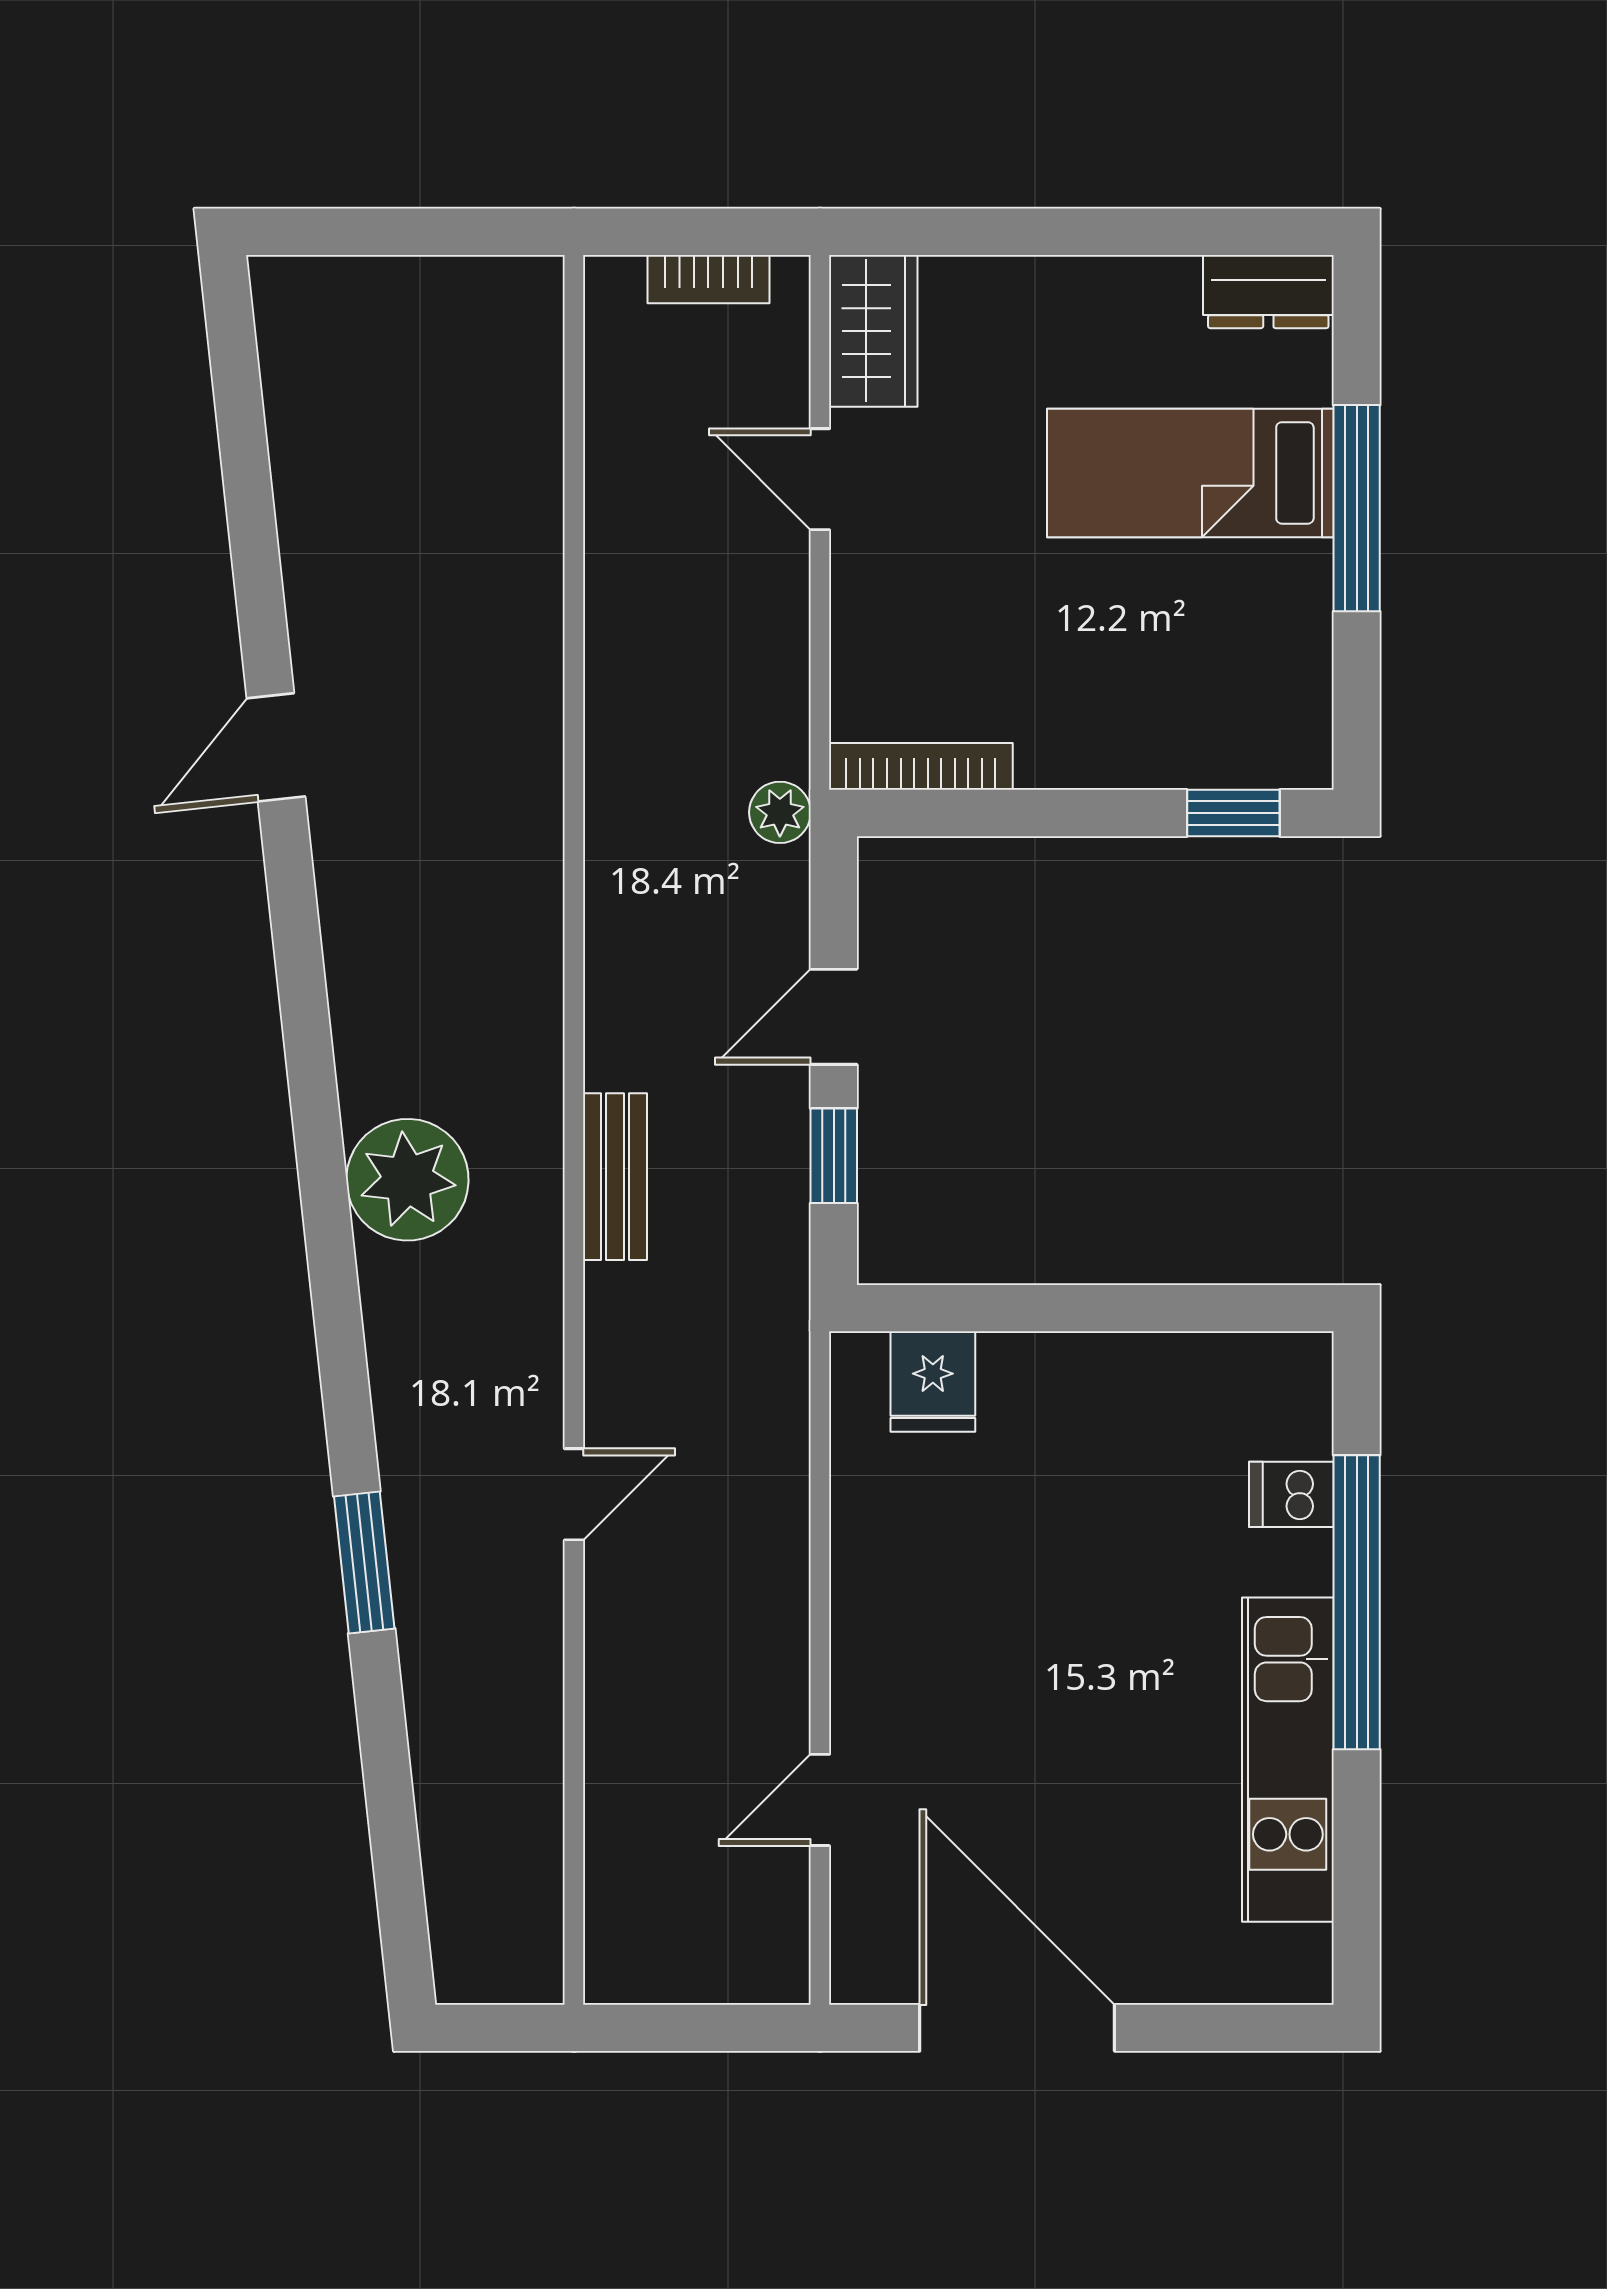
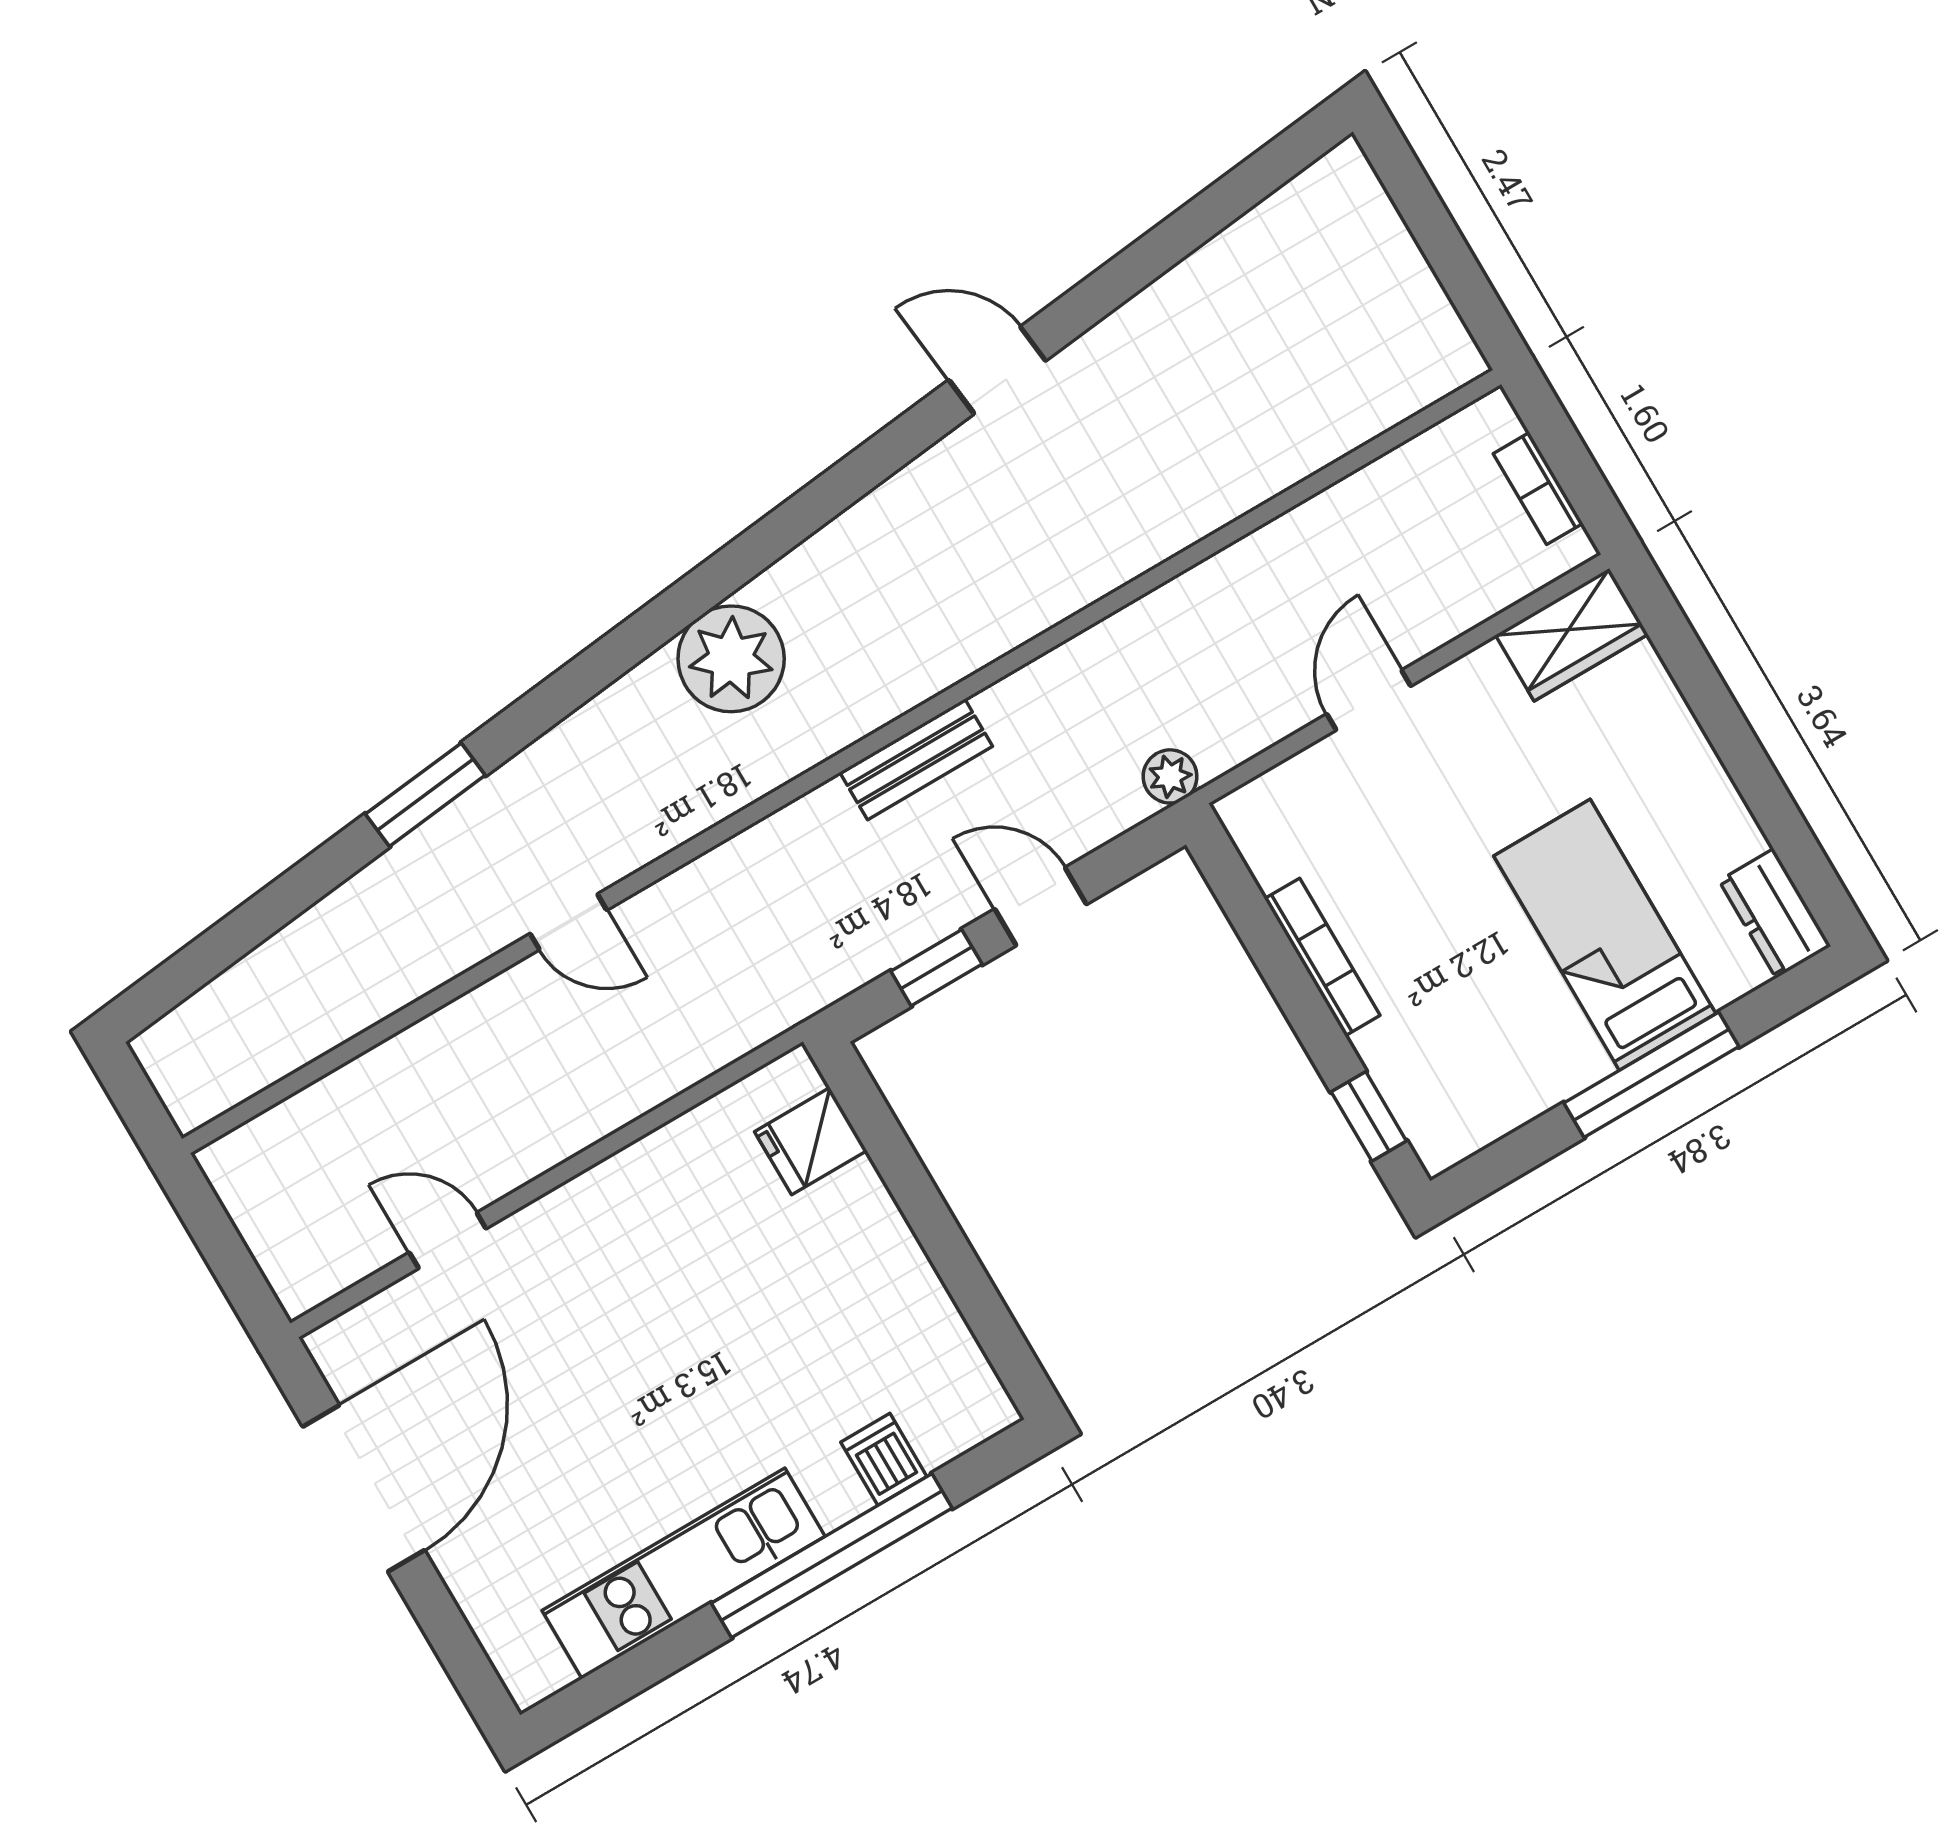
door: (820, 479) -> (1369, 700), moved
bookcase: (921, 766) -> (1322, 957), moved
bench: (615, 1177) -> (916, 759), moved

